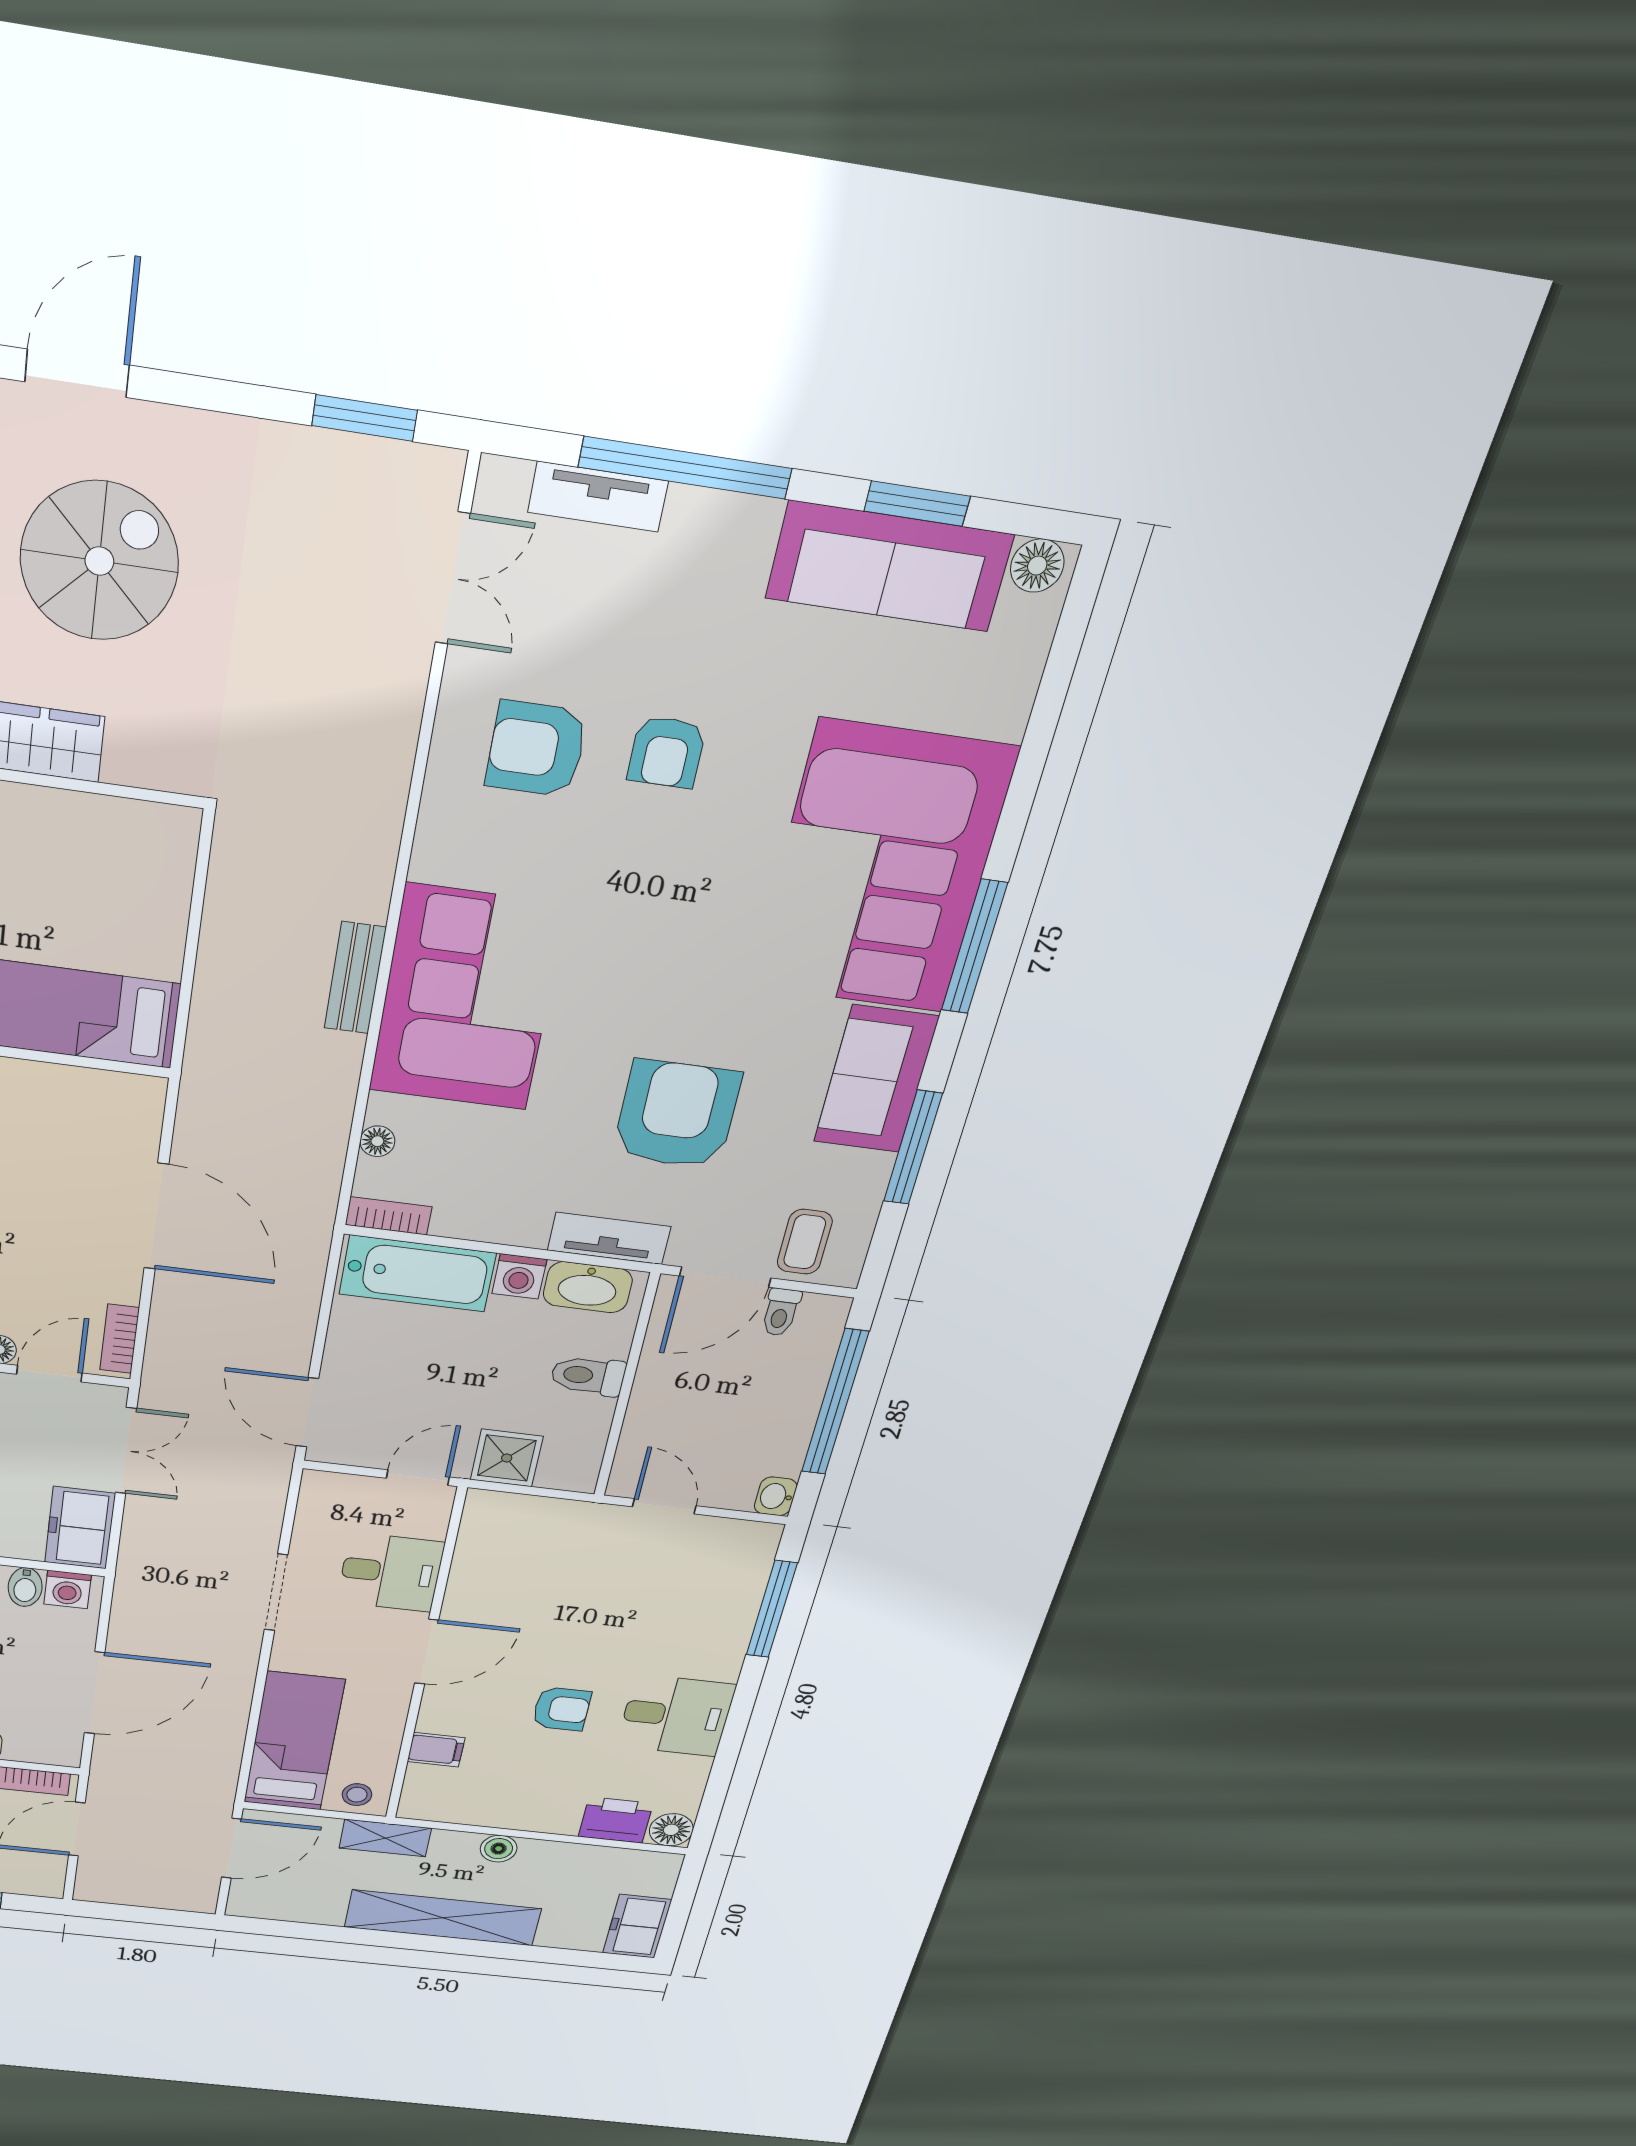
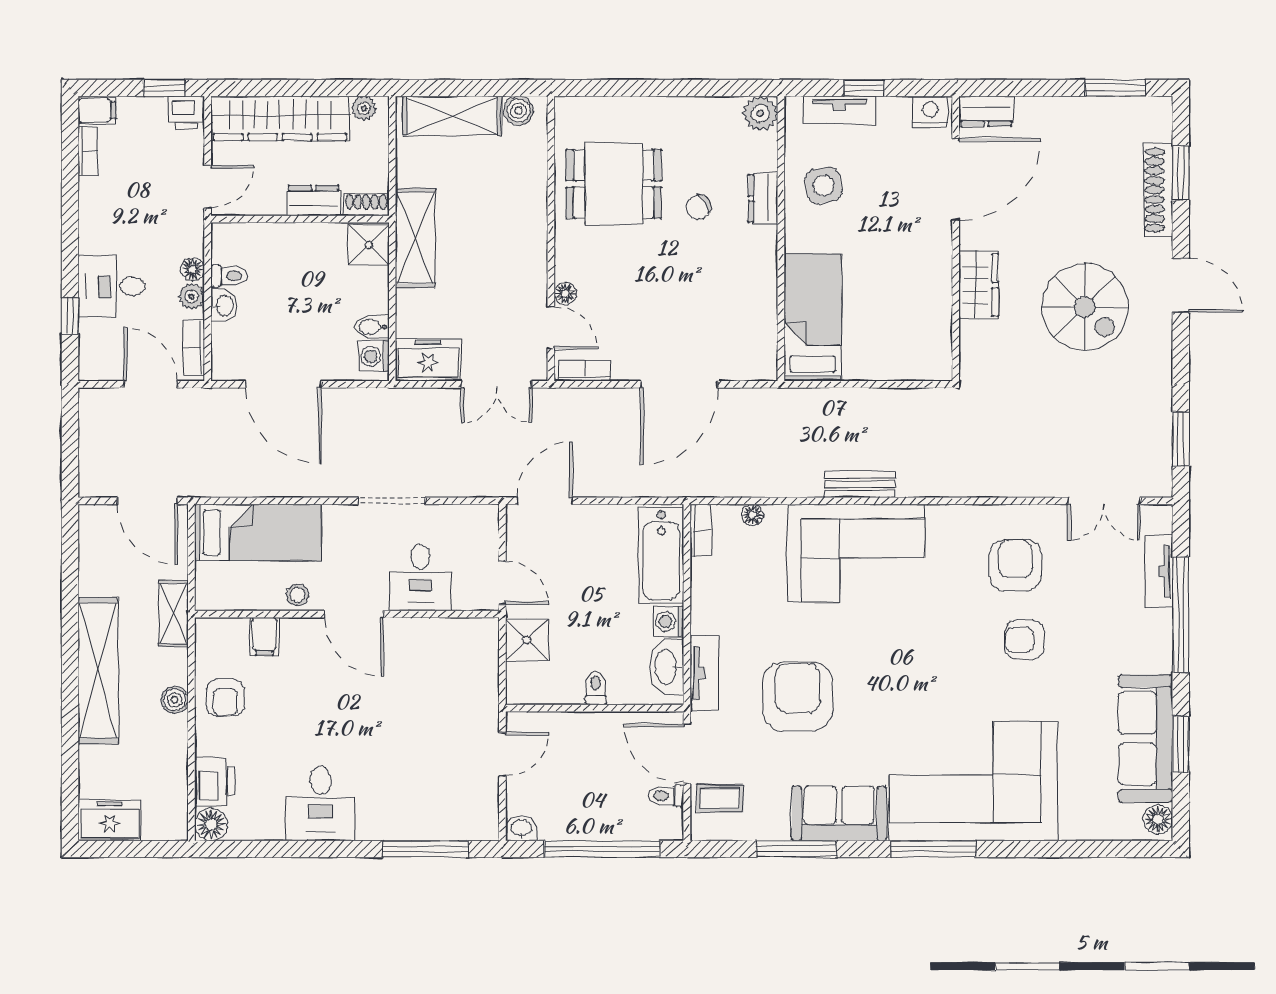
armchair: (677, 1115) -> (798, 697), turned -90
toilet: (588, 1376) -> (596, 688), width x0.73, depth x0.72
armchair: (562, 1709) -> (225, 698), moved
stool: (357, 1795) -> (297, 595), moved

